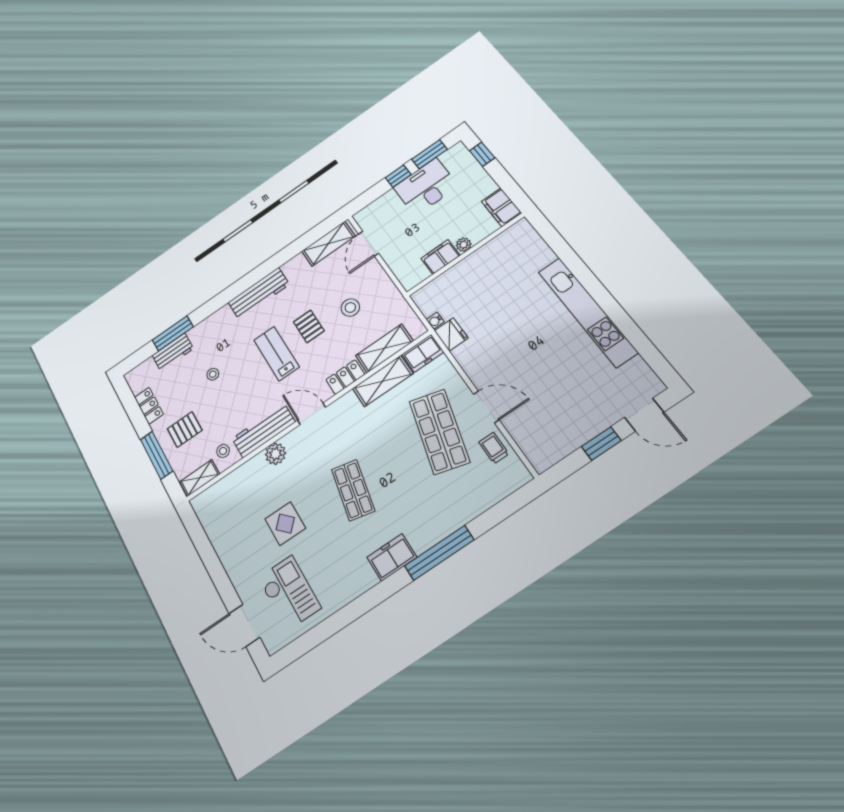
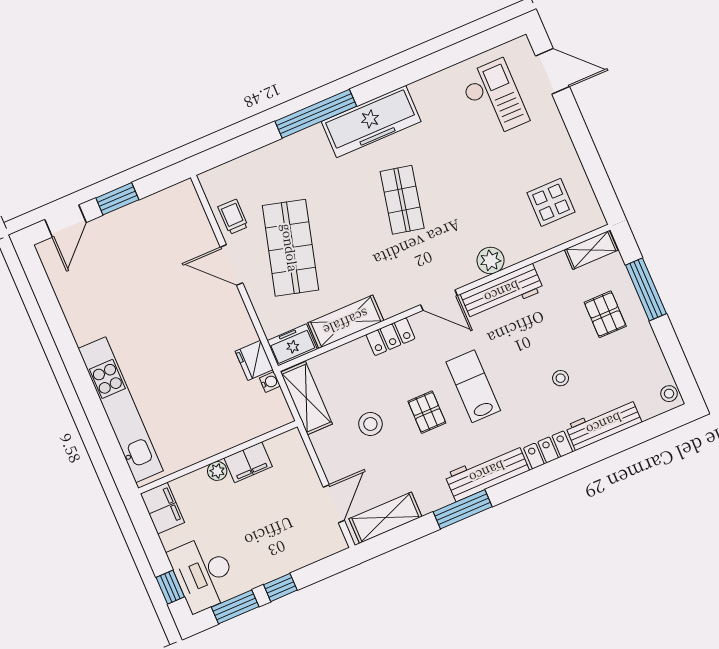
desk: (426, 187) -> (203, 573), moved, turned 90
kitchen unit: (587, 312) -> (121, 410), moved
window: (173, 333) -> (463, 509), moved
shelving: (384, 348) -> (306, 398), moved, turned 90
workbench: (173, 352) -> (604, 424), width x1.38
lab bench: (276, 353) -> (473, 386), turned 180
locker: (149, 406) -> (548, 450), moved, turned 90
door: (644, 415) -> (65, 221), swing flipped
pallet: (185, 430) -> (605, 314), turned 90
trolley: (494, 448) -> (233, 217), turned 180
stool: (223, 451) -> (669, 394), moved
display table: (285, 524) -> (551, 202), moved
freezer: (392, 557) -> (371, 121), width x1.91, depth x1.26
checkout: (289, 593) -> (494, 98), turned 180

